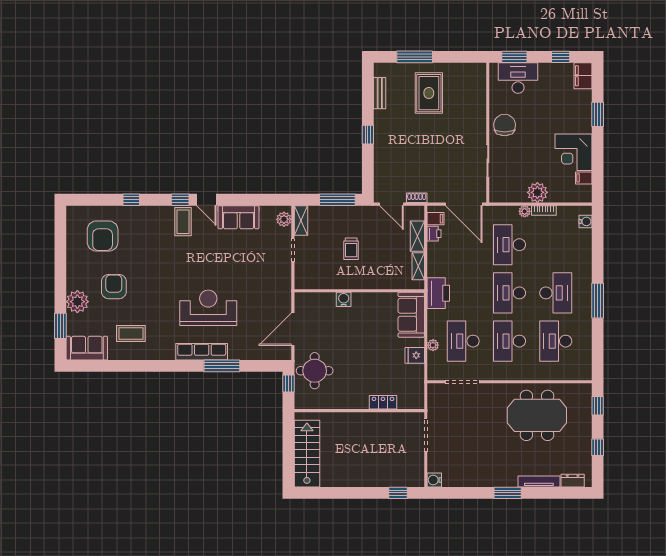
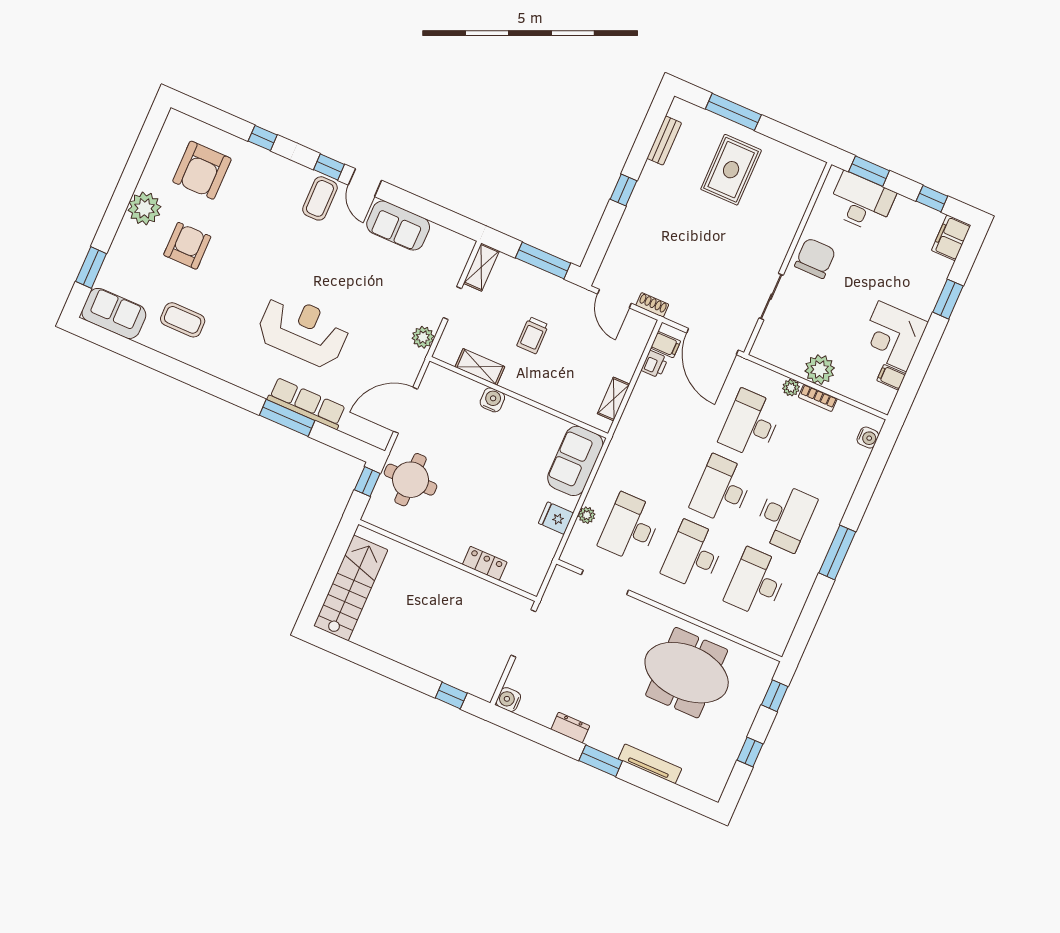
plant: (284, 219) -> (423, 337), moved
shelving: (417, 236) -> (480, 367), moved, turned 90
printer: (438, 293) -> (625, 448), removed
plant: (77, 302) -> (144, 208), moved
row of seats: (202, 352) -> (307, 404), moved
dresser: (573, 481) -> (570, 728), moved

